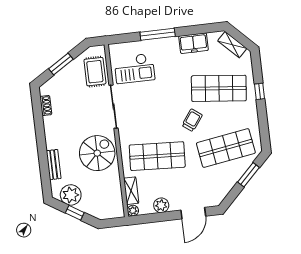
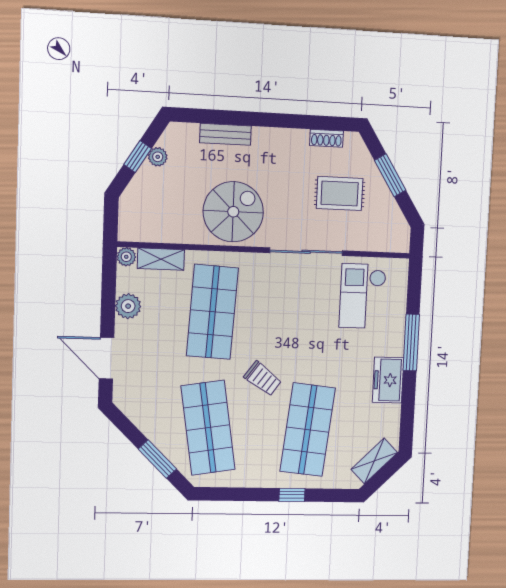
freezer: (193, 43) -> (388, 380), moved
rug: (95, 72) -> (340, 194), moved
spiral stairs: (97, 153) -> (233, 212), turned -90
plant: (71, 195) -> (158, 157), width x0.53, depth x0.53

